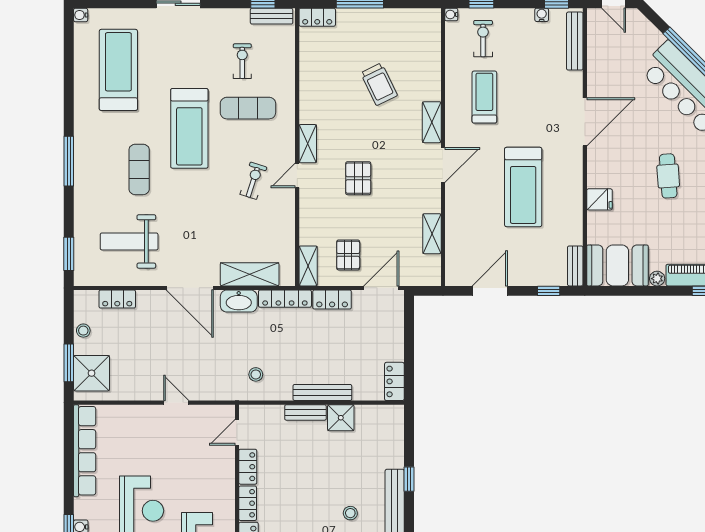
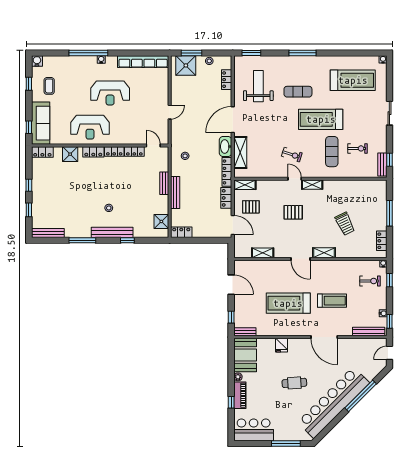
locker: (317, 17) -> (382, 241), moved
trolley: (379, 84) -> (345, 224), turned -90
treadmill: (484, 97) -> (332, 301), moved
shower: (341, 418) -> (161, 221), moved

